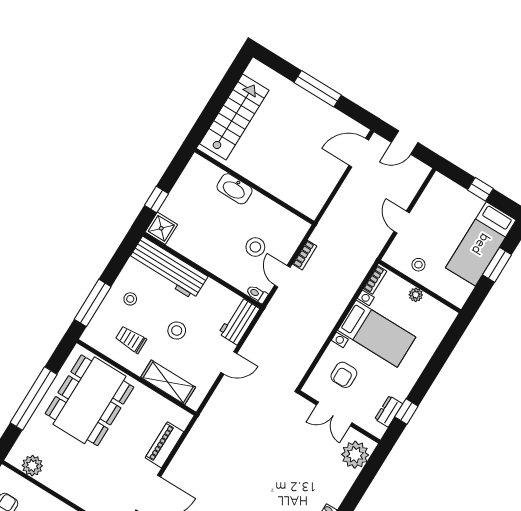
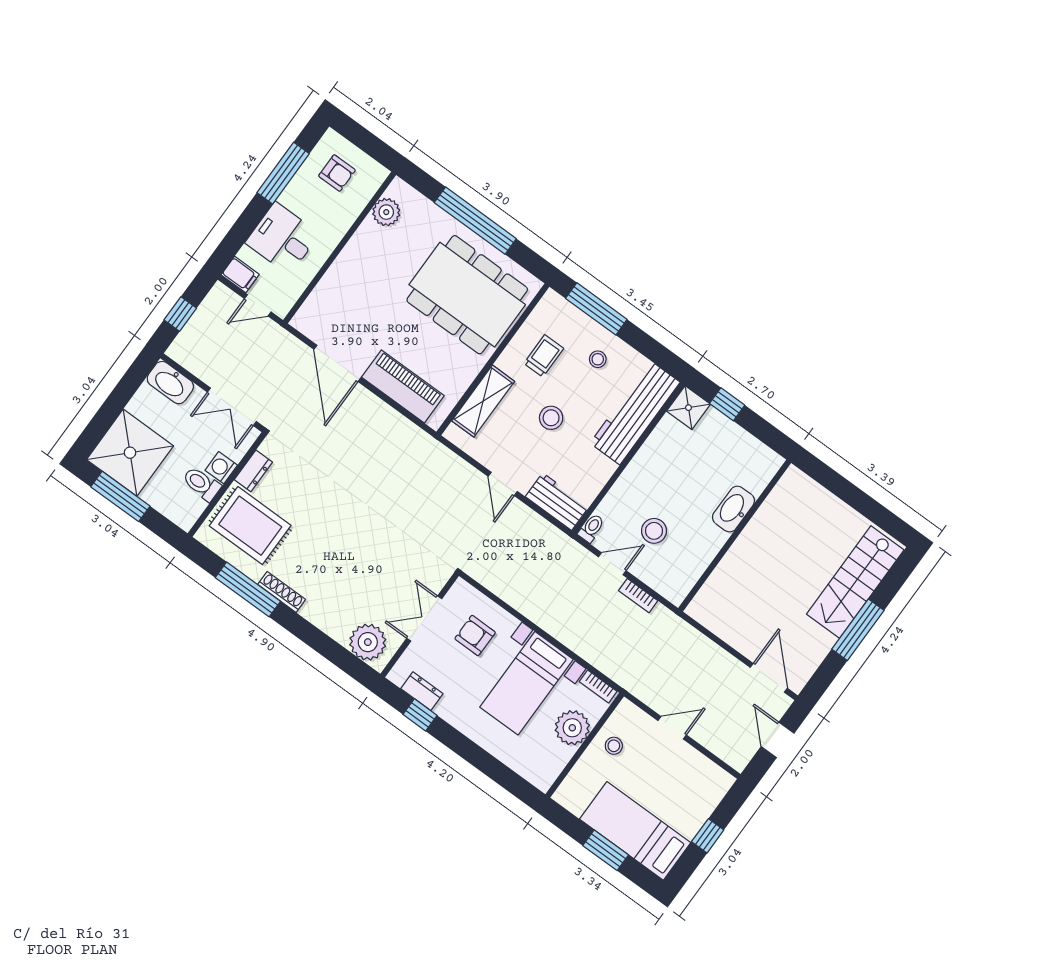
stairs: (234, 117) -> (855, 582), moved, turned 90
plant: (416, 295) -> (572, 728), width x1.88, depth x1.88
piano: (164, 445) -> (403, 386), width x1.37, depth x1.33

